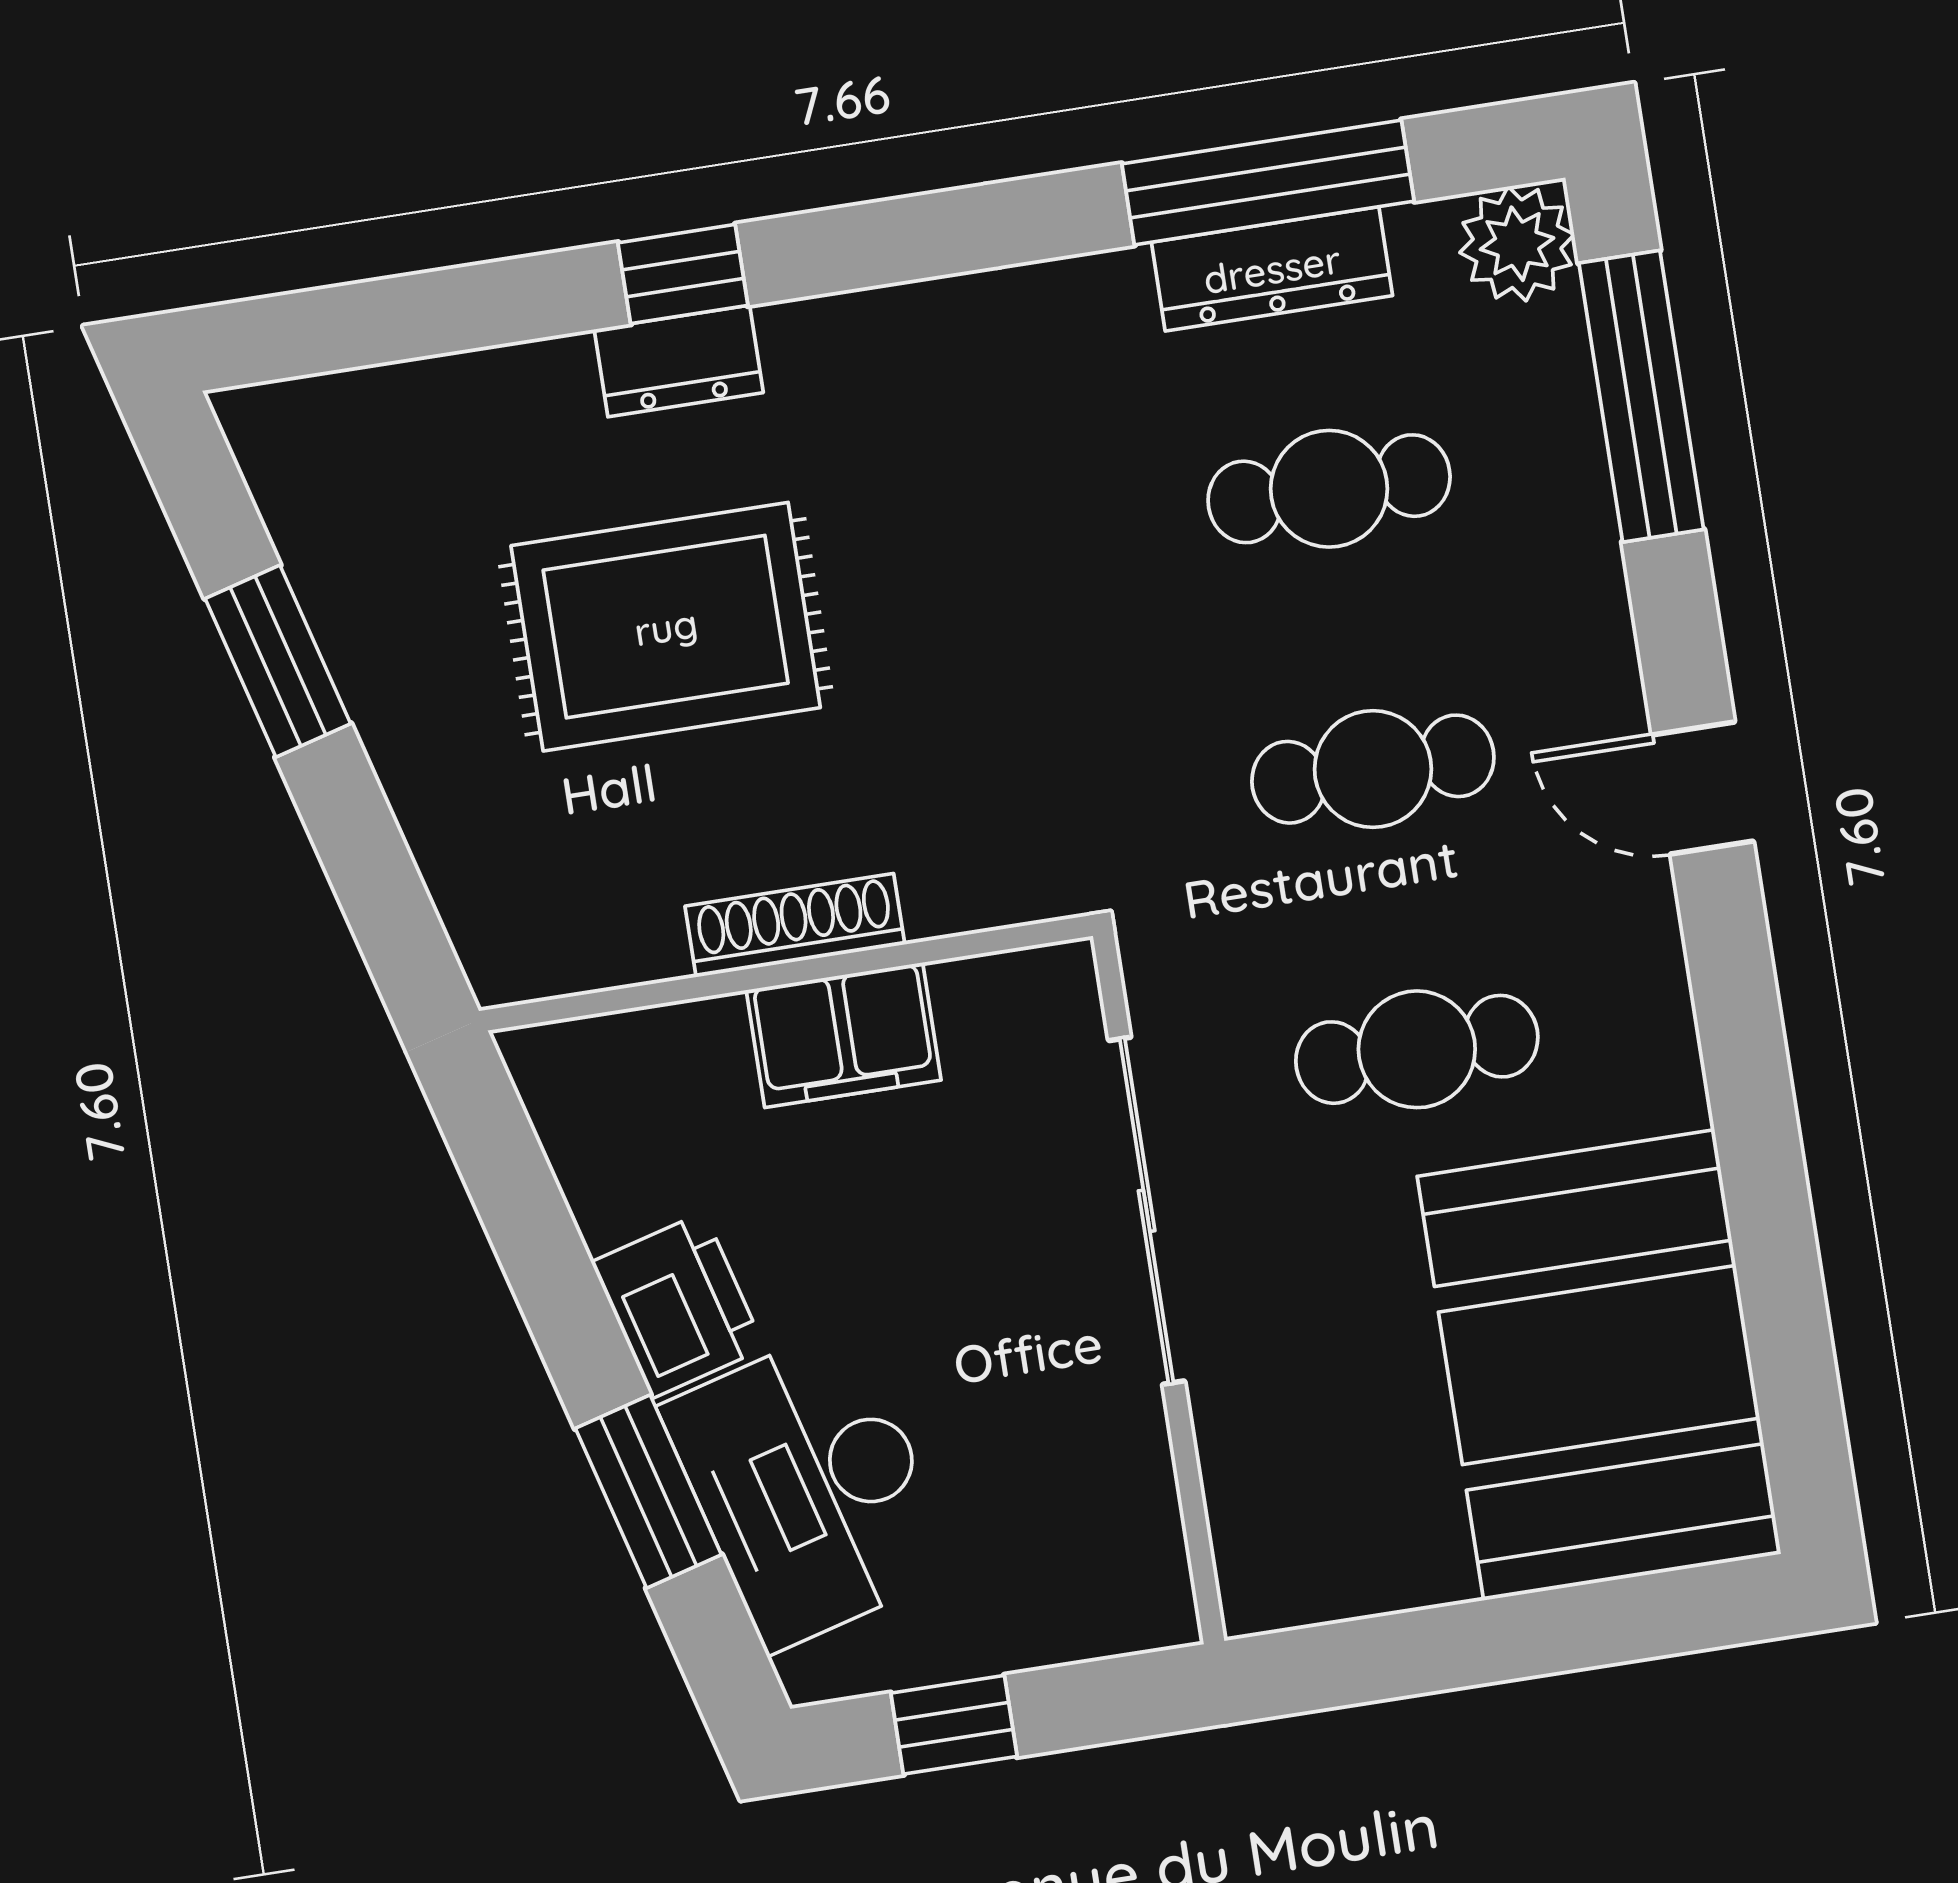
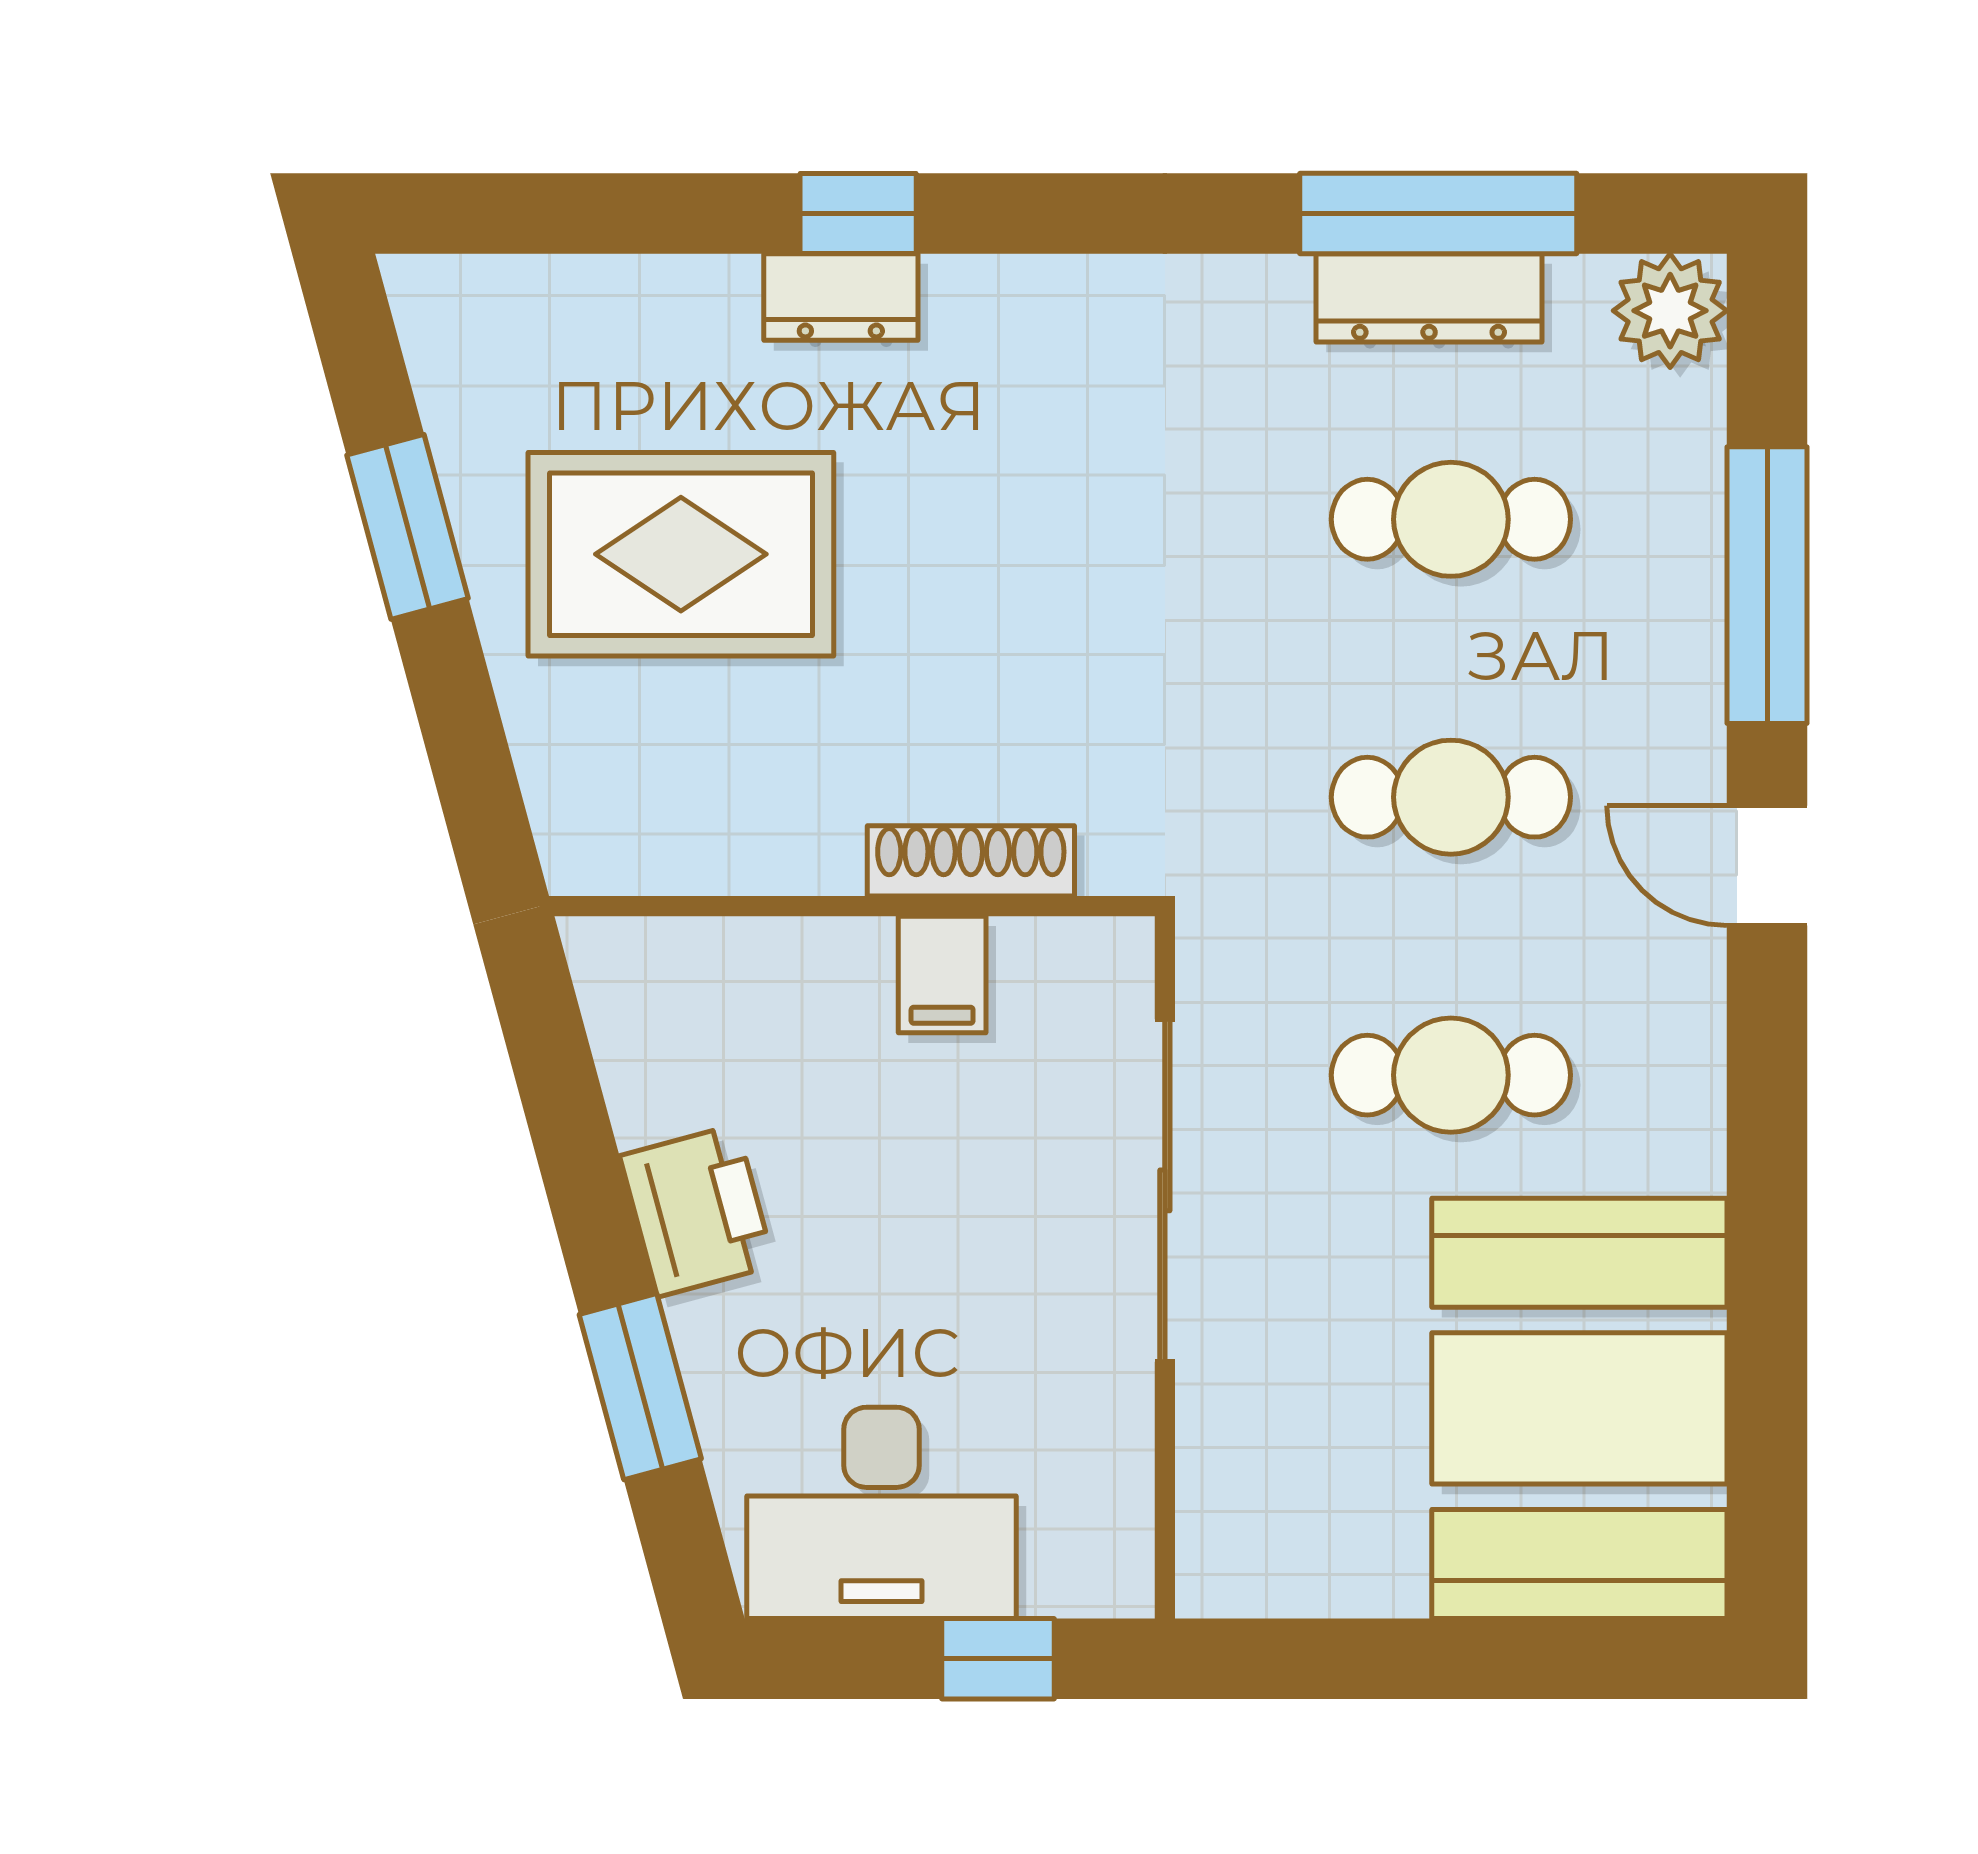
window: (1641, 396) -> (1767, 585), moved
rug: (666, 627) -> (681, 554), moved
shoe rack: (795, 925) -> (971, 861), moved
filing cabinet: (844, 1035) -> (942, 974), width x0.50
desk: (810, 1488) -> (881, 1513), moved, turned -75
window: (954, 1725) -> (998, 1659), moved

